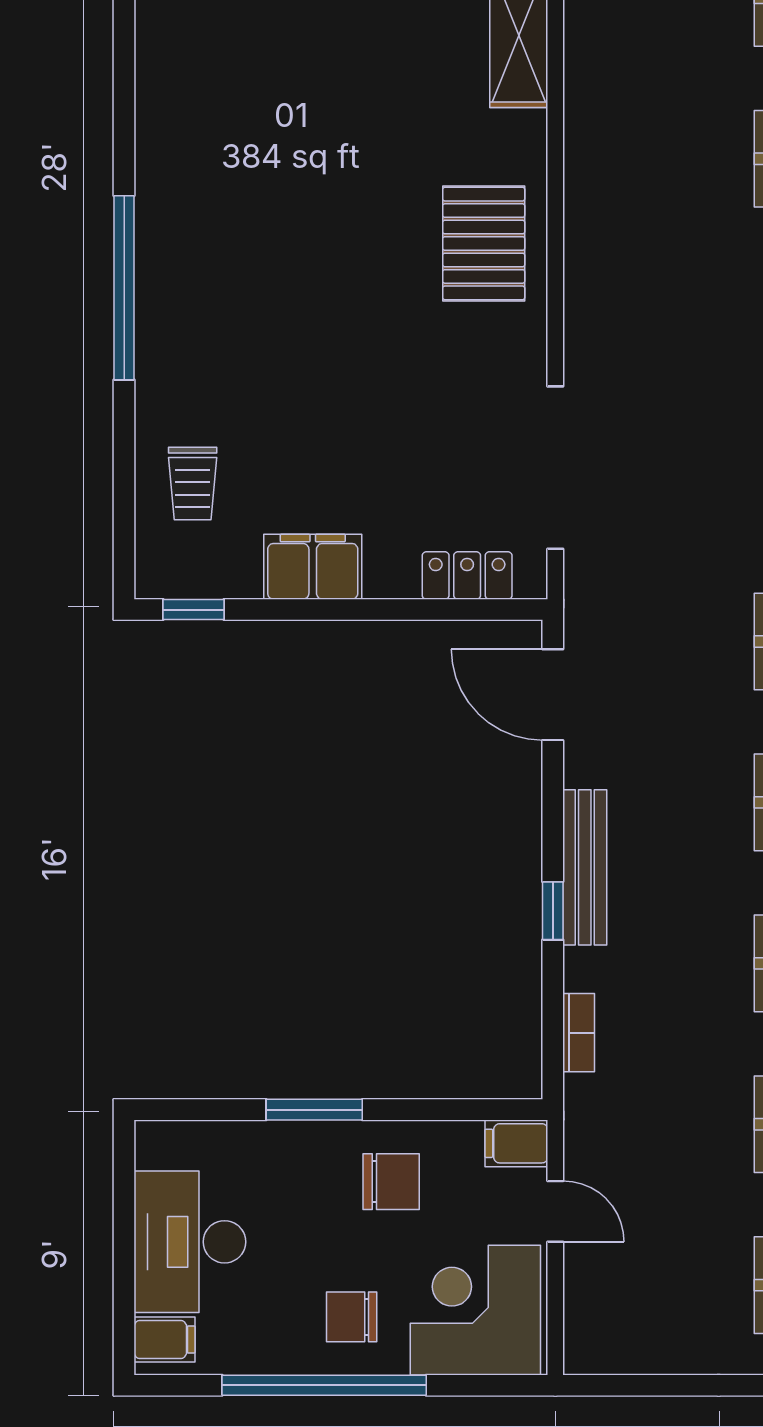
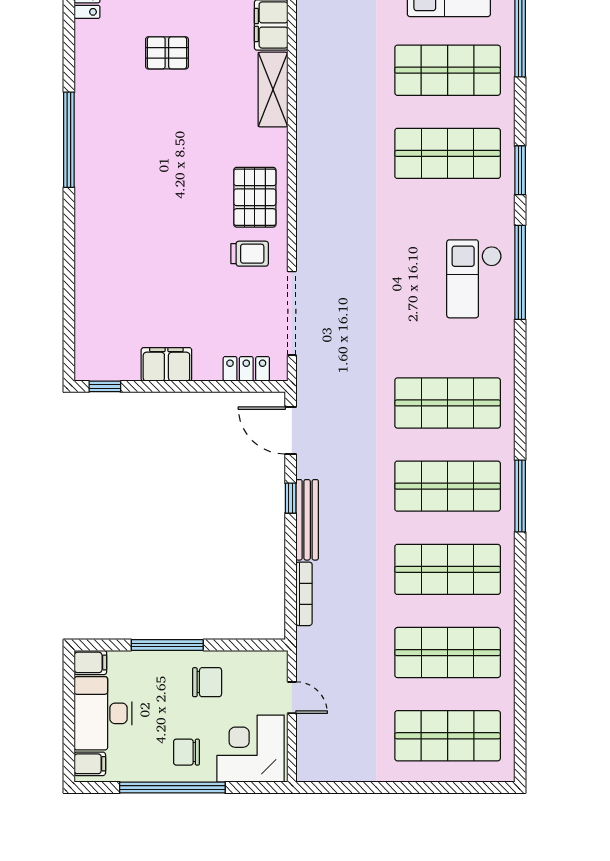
window: (124, 288) -> (69, 140), moved
trolley: (193, 484) -> (250, 254), moved, turned -90
window: (553, 911) -> (291, 498), moved
bookcase: (579, 1033) -> (304, 594), width x1.56
window: (314, 1110) -> (167, 645), width x1.44
filing cabinet: (516, 1143) -> (90, 662), moved, turned 180

